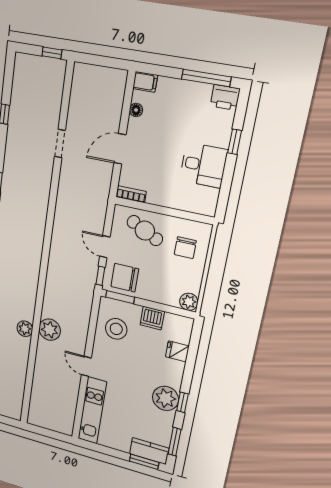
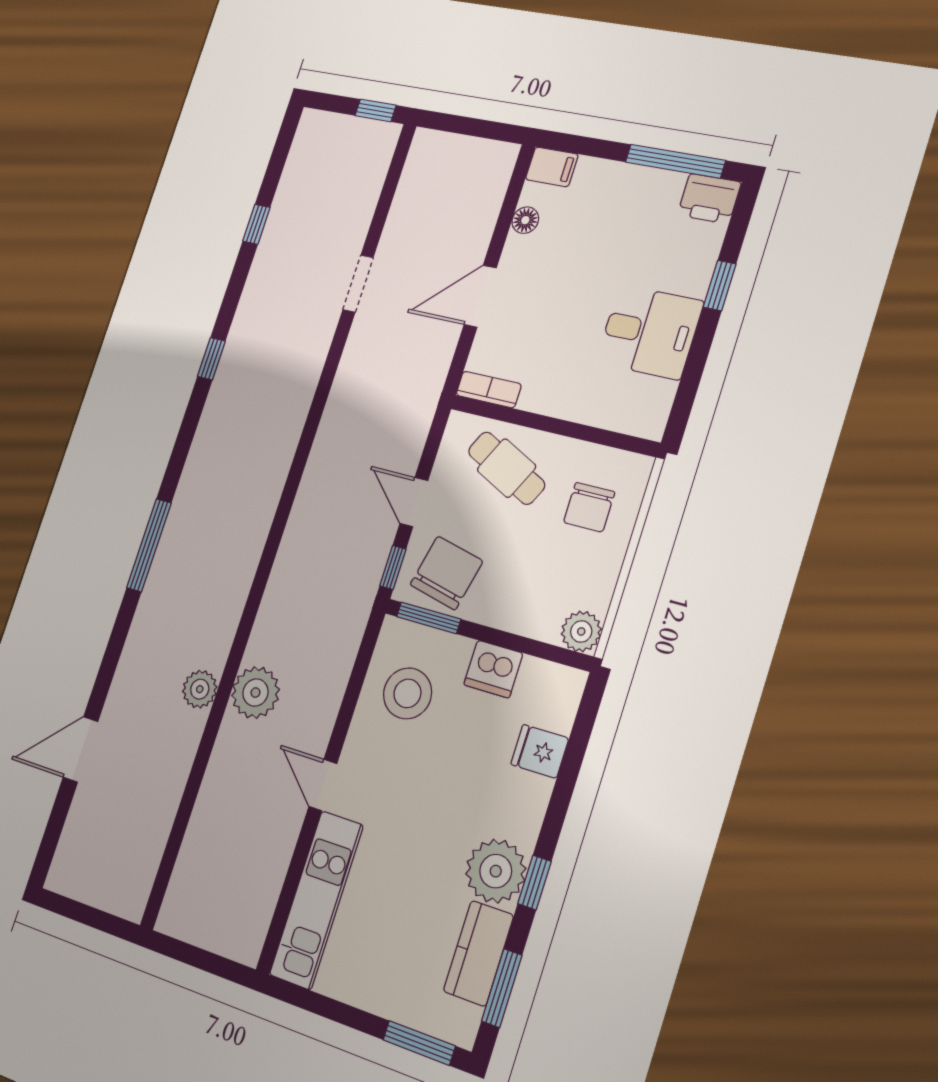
chair: (125, 278) -> (446, 573), turned 103
kitchen counter: (149, 451) -> (478, 953), moved, turned -90

